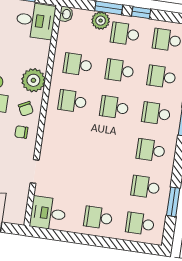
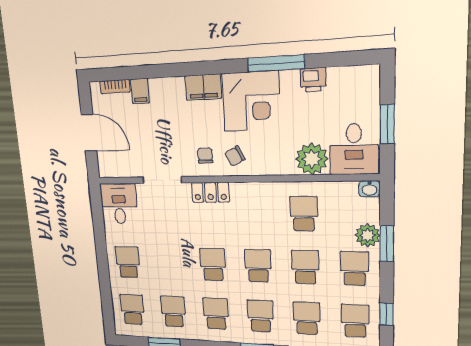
window: (141, 13) -> (387, 314), moved
plant: (33, 80) -> (312, 159), moved
school desk: (72, 101) -> (213, 264), moved
locker: (51, 134) -> (210, 192), added
doorway: (35, 171) -> (162, 180), width x1.38

